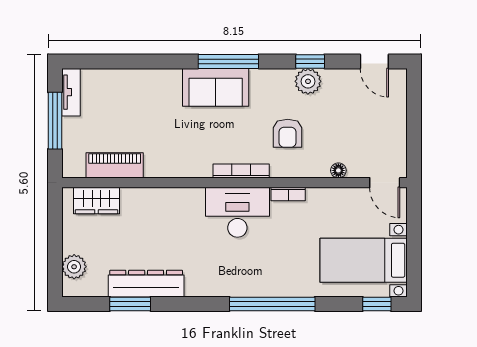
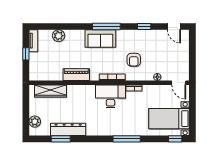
plant: (308, 81) -> (59, 36), moved
window: (55, 121) -> (26, 54), width x0.46
piano: (115, 165) -> (76, 75), moved
wardrobe: (97, 201) -> (51, 91), width x1.50
window: (272, 304) -> (127, 139), width x0.68

